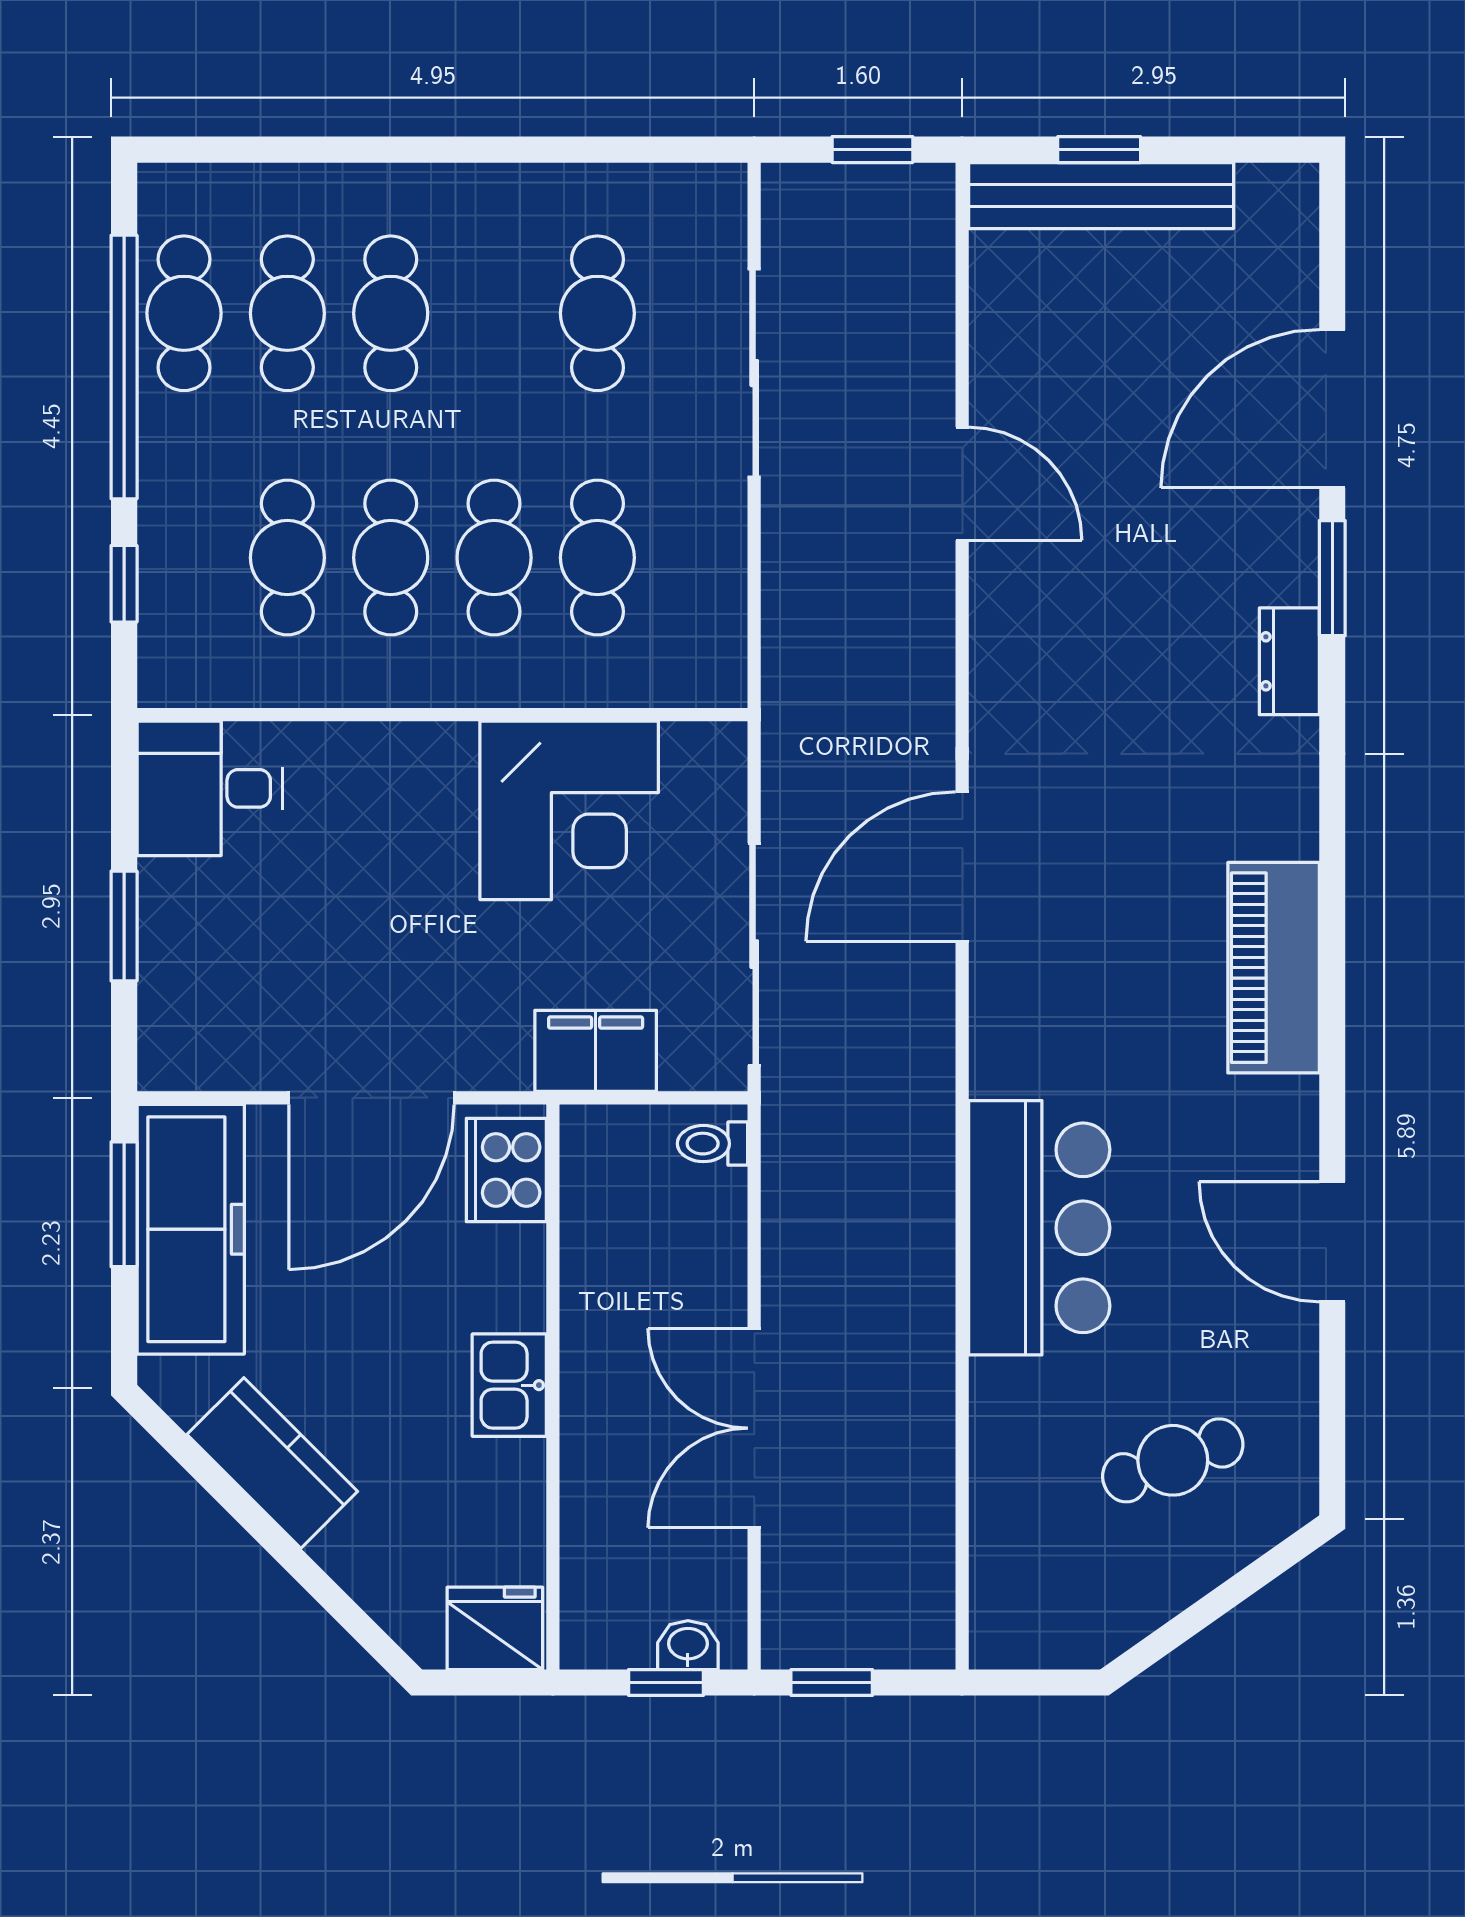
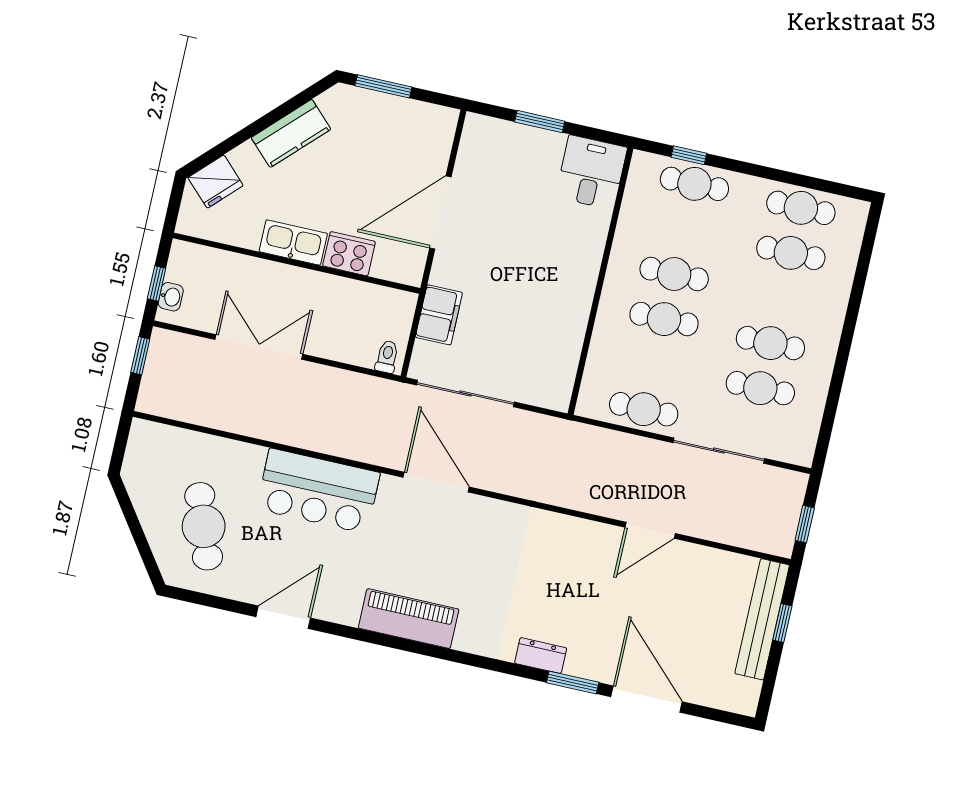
cafe table: (391, 313) -> (770, 343), moved
window: (124, 367) -> (783, 176), removed
cafe table: (287, 558) -> (694, 184), moved
cafe table: (597, 558) -> (644, 409), moved
corner desk: (569, 810) -> (546, 327), removed
door: (962, 867) -> (436, 482), moved
door: (371, 1098) -> (440, 213), hinge flipped
cooker: (506, 1170) -> (349, 254), moved
window: (124, 1204) -> (383, 86), moved
freezer: (191, 1229) -> (401, 121), removed
kitchen sink: (509, 1385) -> (293, 242), width x1.38
cafe table: (1173, 1460) -> (204, 526), width x1.37, depth x1.35
fridge: (495, 1628) -> (216, 182), moved, turned 45

